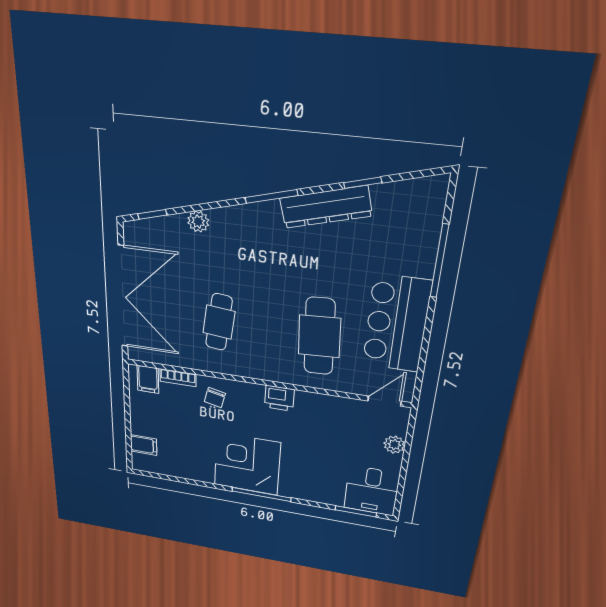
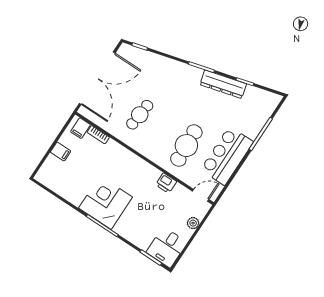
plant: (198, 221) -> (160, 61), removed
chair: (215, 398) -> (112, 155), removed
printer: (279, 398) -> (166, 183), moved
filing cabinet: (144, 445) -> (61, 152), moved

